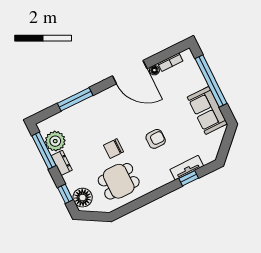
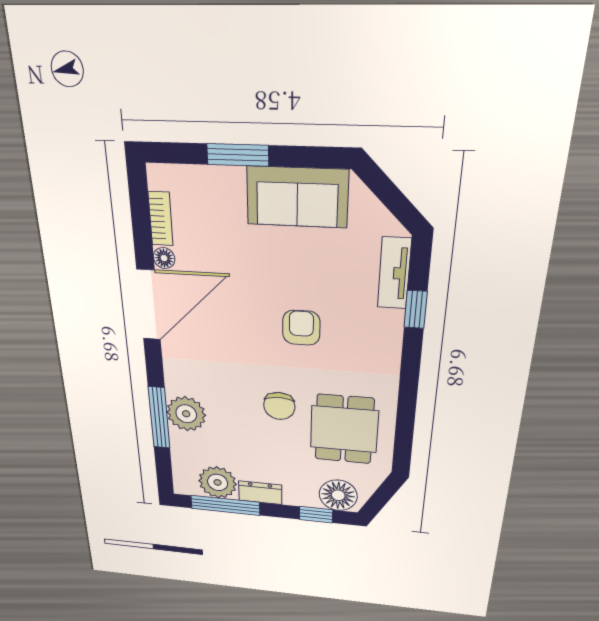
window: (211, 81) -> (238, 155), width x0.47
plant: (85, 110) -> (186, 414), added
tv unit: (187, 168) -> (394, 273), moved

